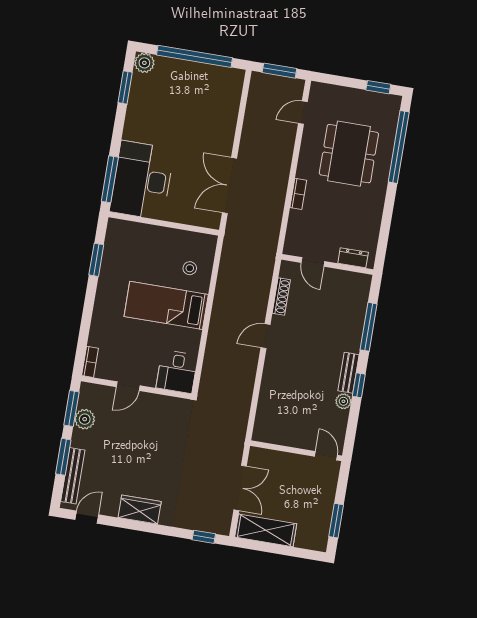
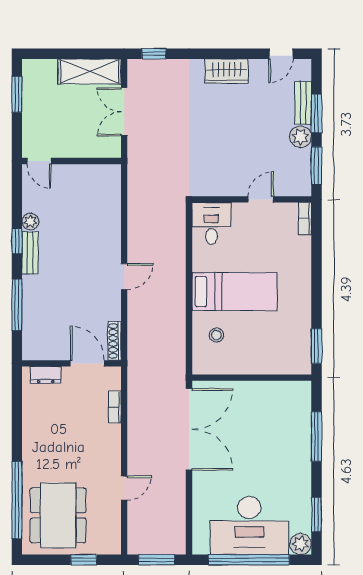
window: (378, 87) -> (84, 560), moved
door: (303, 113) -> (124, 488), moved
dining table: (349, 154) -> (58, 515), moved
window: (110, 179) -> (316, 437), moved
desk: (142, 180) -> (249, 525), moved, turned 90
double door: (229, 186) -> (189, 429), width x1.36
bookcase: (298, 194) -> (115, 407), moved
window: (96, 260) -> (316, 346), moved
door: (313, 262) -> (87, 363), width x1.38
shoe rack: (281, 296) -> (115, 341), moved
plant: (85, 419) -> (301, 137), moved
bench: (73, 476) -> (303, 103), width x0.73

